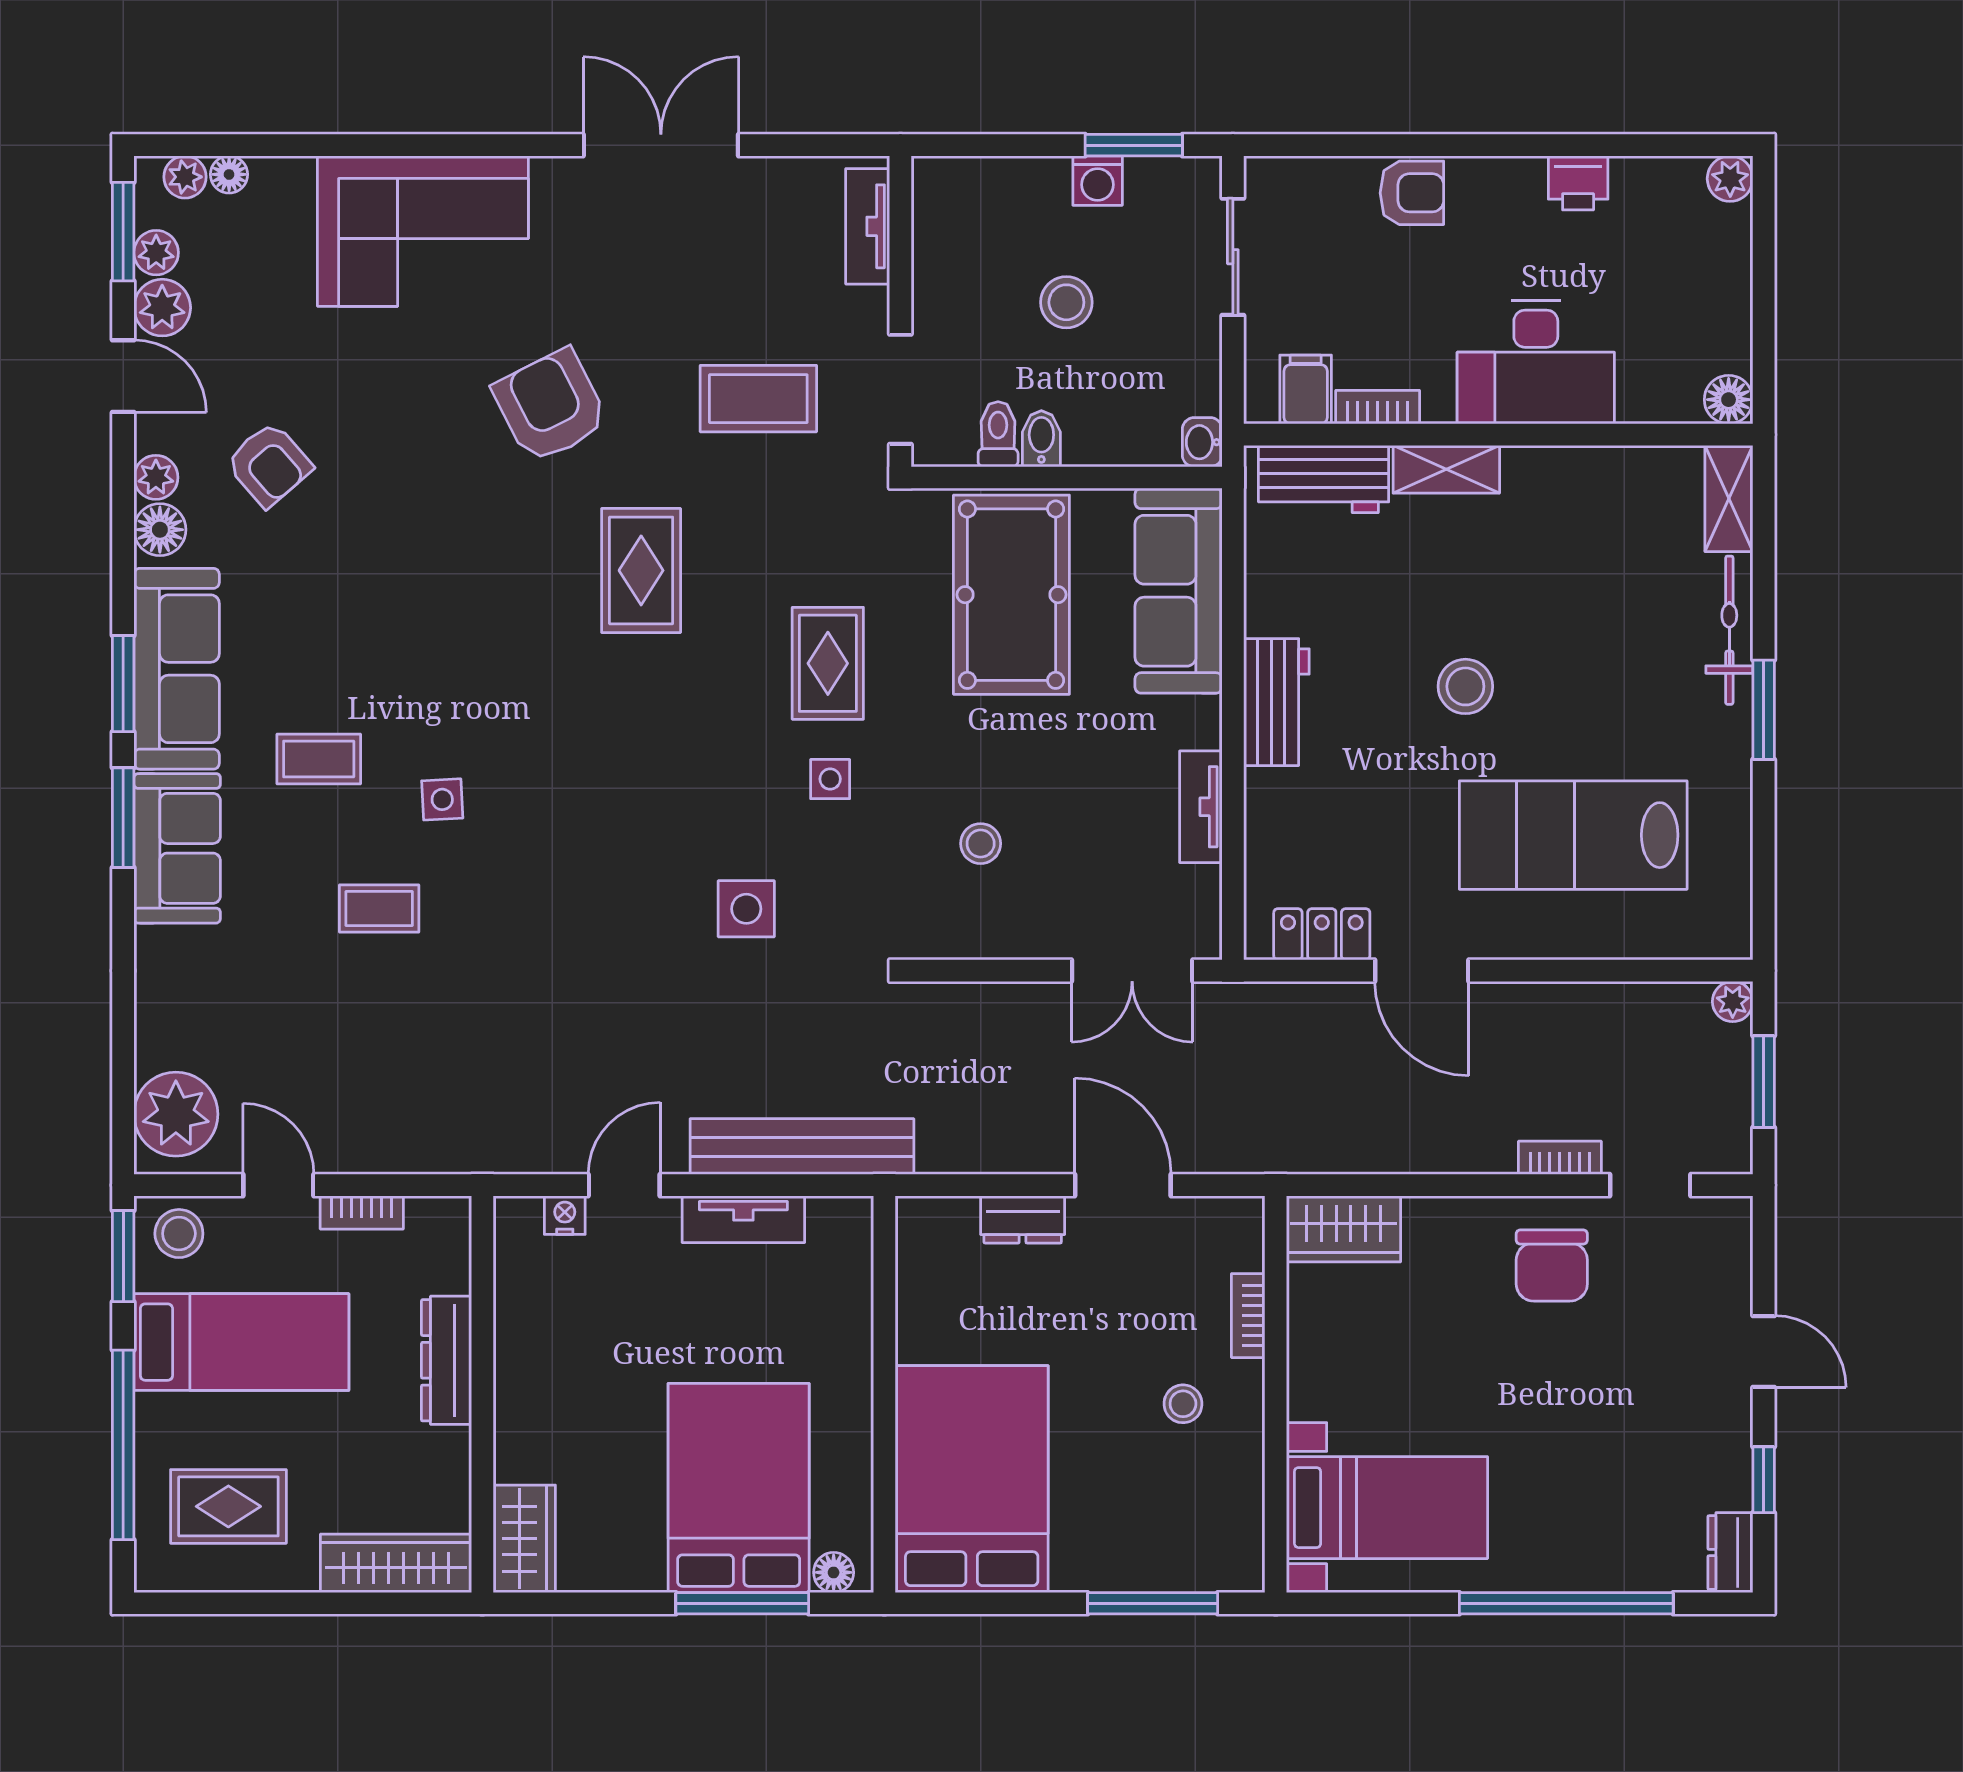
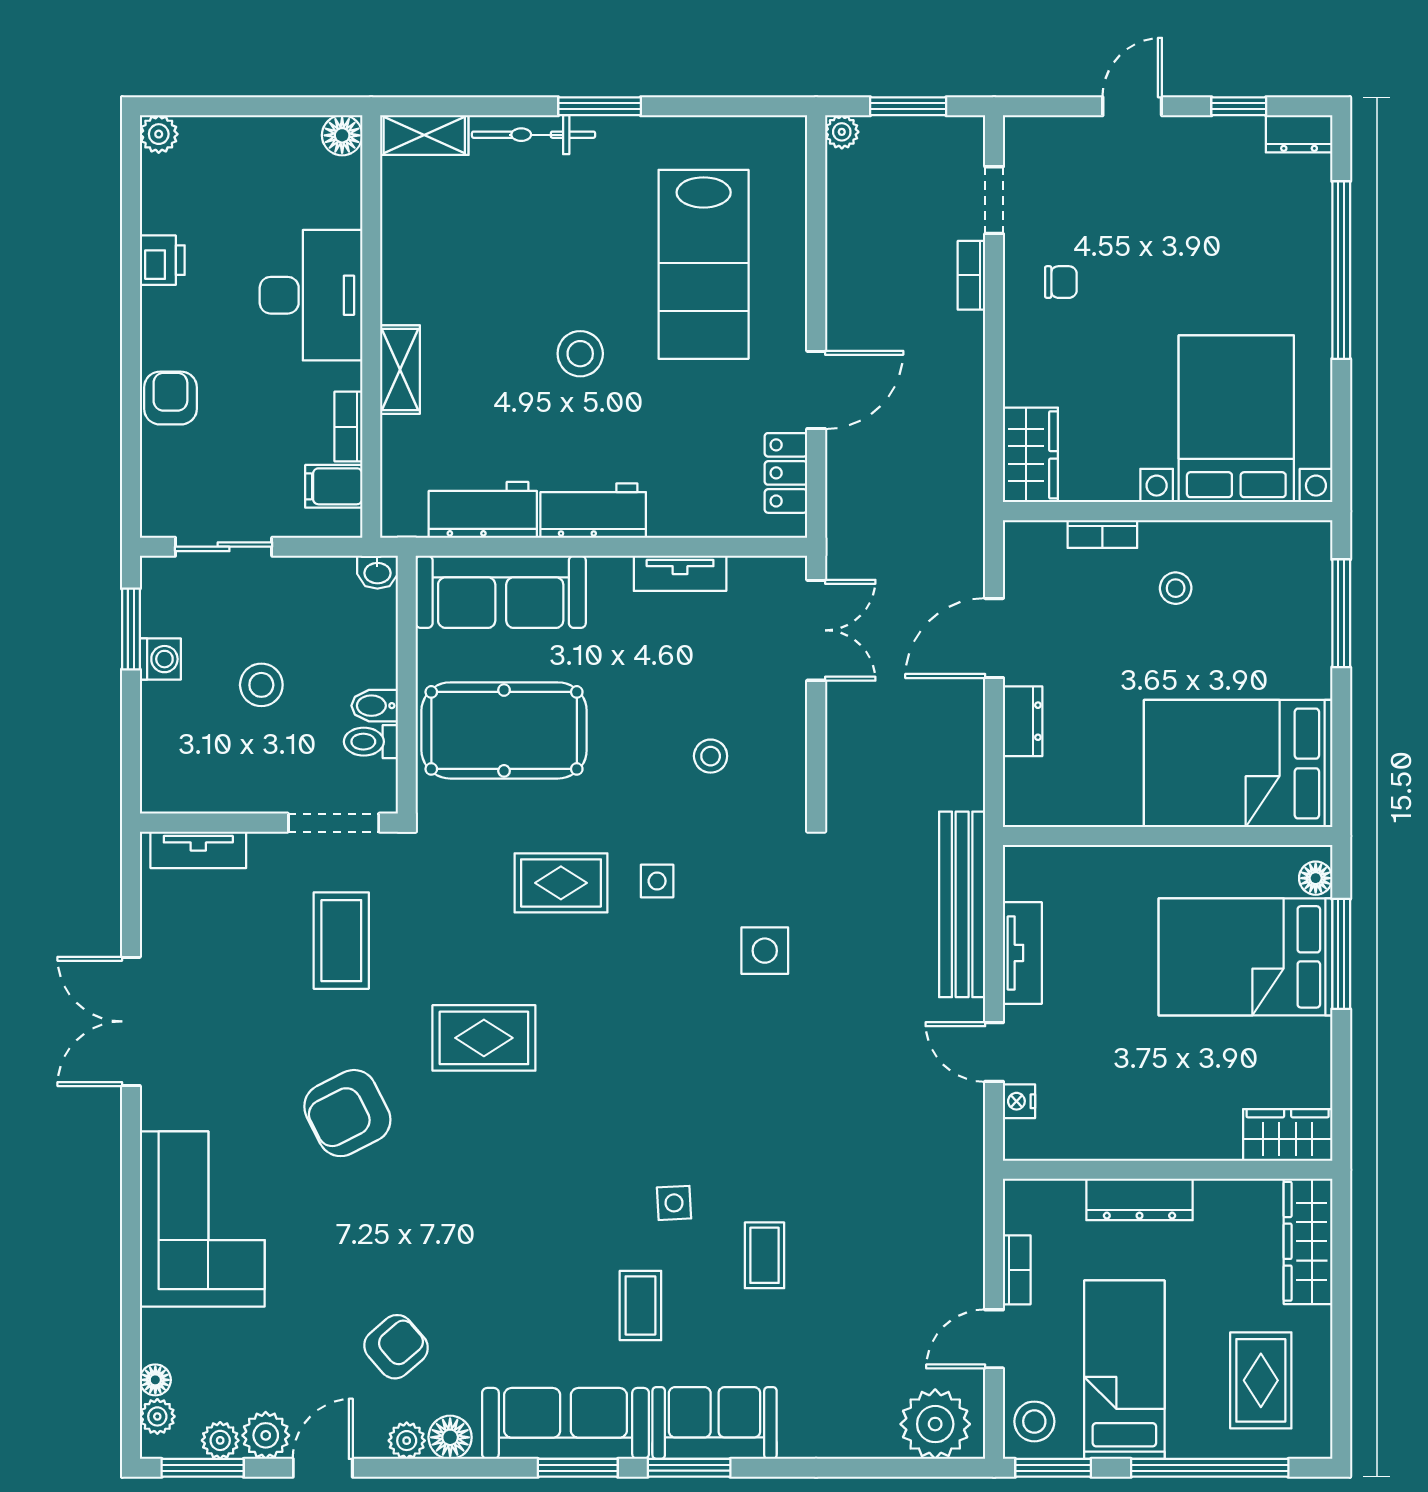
workbench: (1324, 479) -> (483, 510), moved, turned -90
chair: (1552, 1266) -> (1061, 282), width x0.54, depth x0.54
bed with nightstands: (1387, 1508) -> (1236, 419), width x1.36

